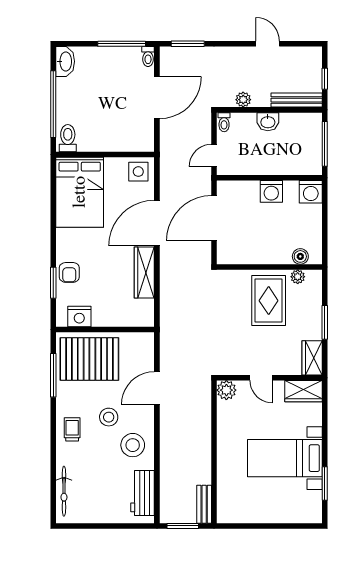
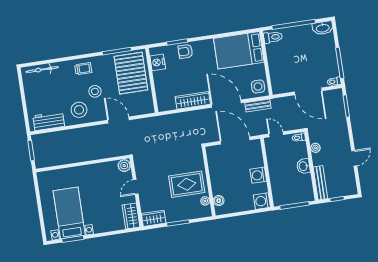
bed with nightstands: (285, 458) -> (69, 213), moved
bench: (204, 504) -> (258, 106), moved

